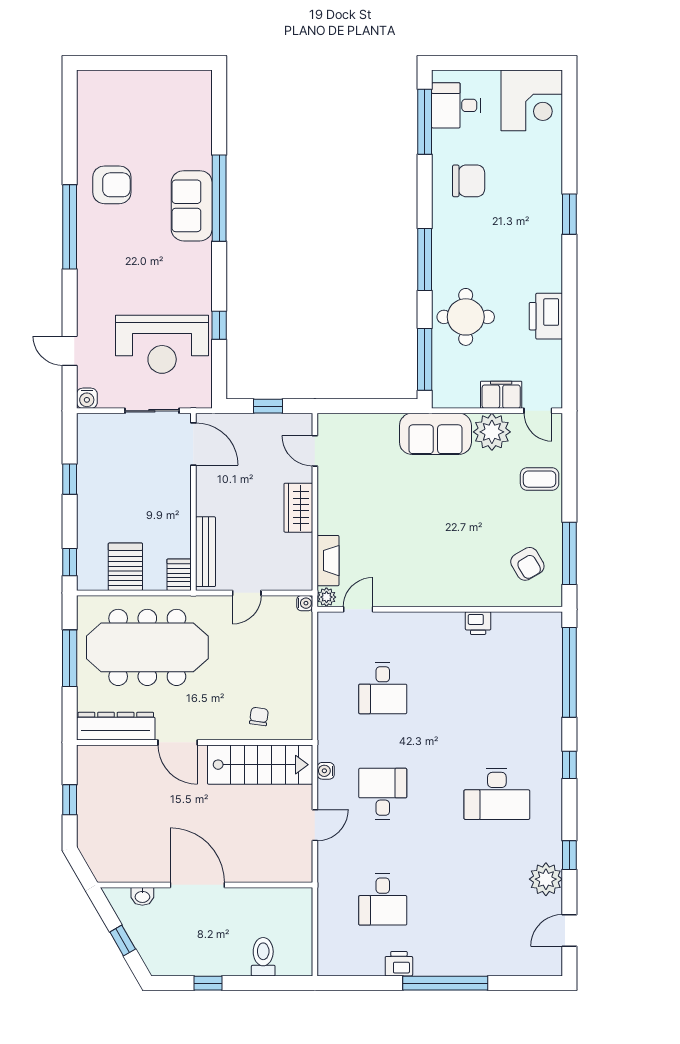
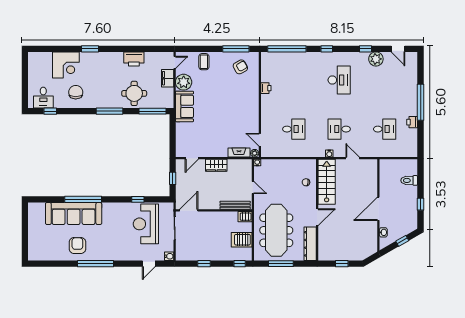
corner desk: (532, 100) -> (66, 65), moved, turned 90
window: (425, 122) -> (50, 111), width x0.46
sofa: (192, 206) -> (74, 214), width x1.85, depth x1.27
reception desk: (162, 344) -> (146, 224), turned 180

